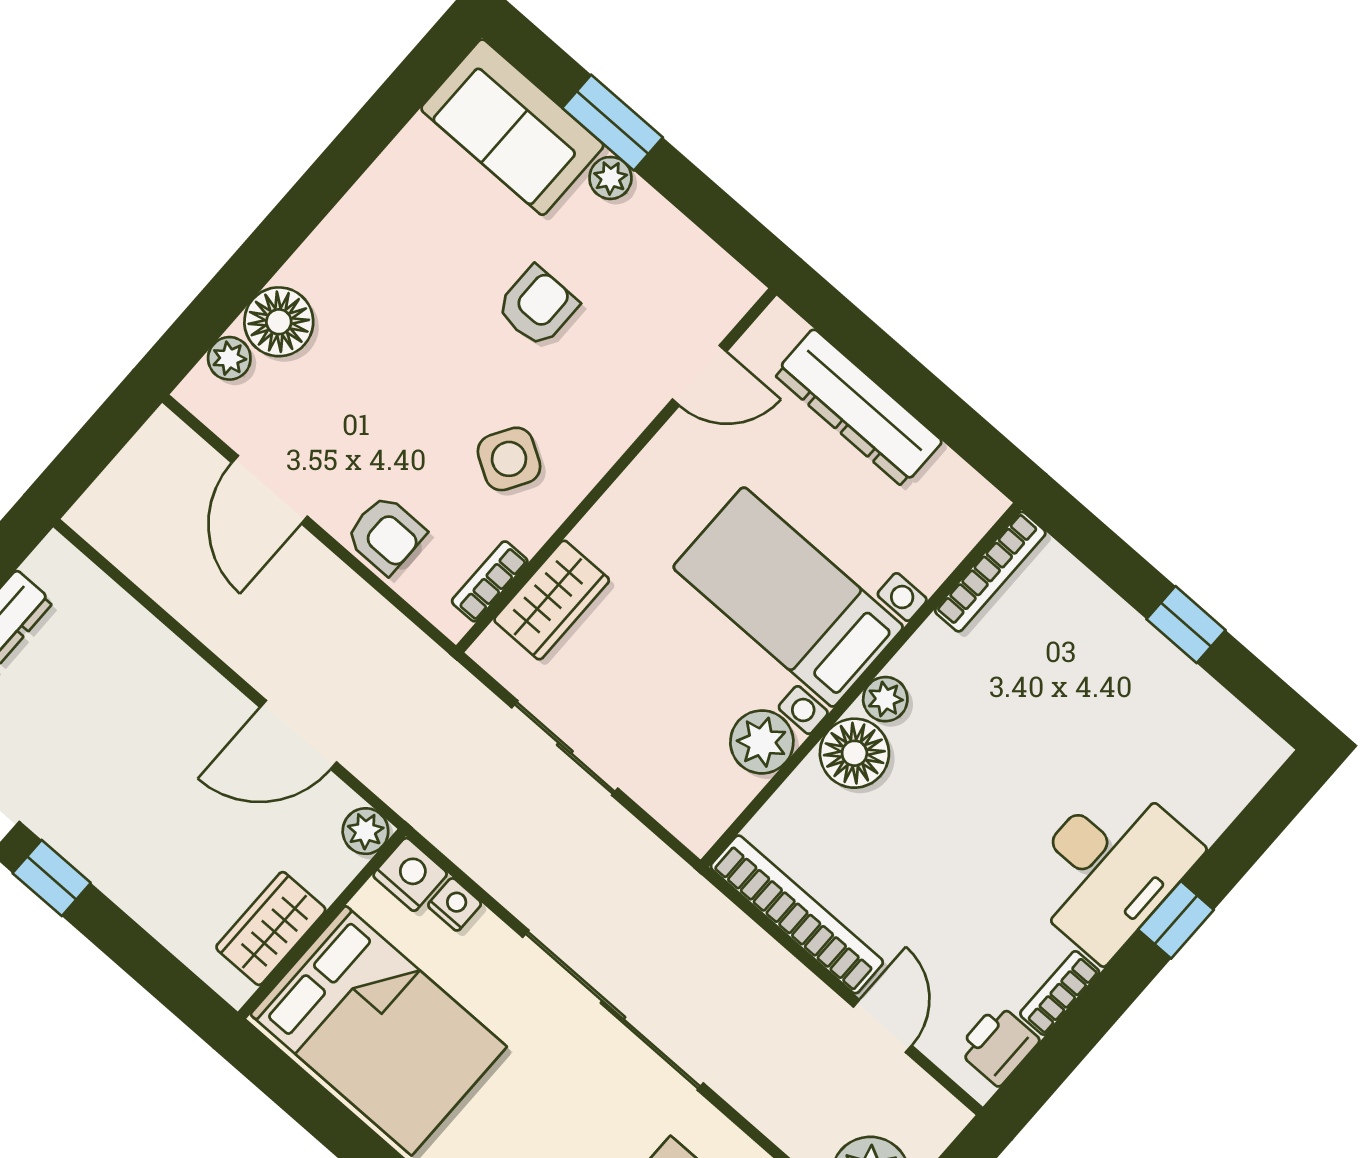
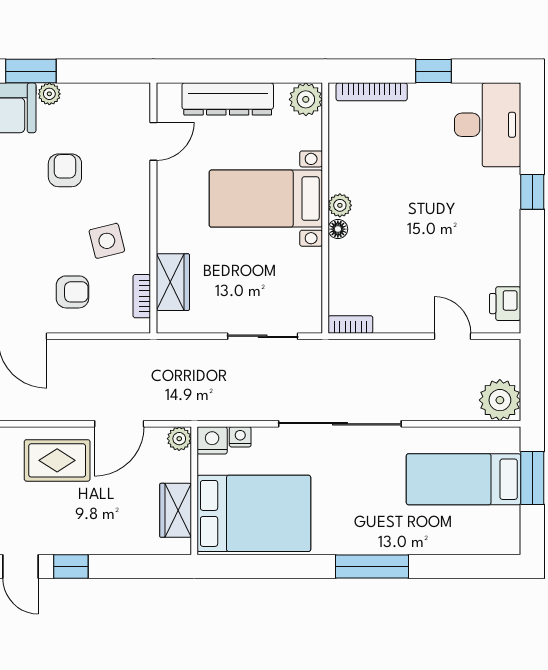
side table: (509, 459) -> (107, 241), turned 45
armchair: (386, 535) -> (72, 292), moved
bookcase: (990, 572) -> (372, 92), moved, turned 90
rug: (164, 710) -> (57, 460), added
plant: (762, 742) -> (306, 99), moved
sliding door: (565, 748) -> (263, 336), moved
floor lamp: (854, 753) -> (338, 229), width x0.53, depth x0.53
desk: (1109, 868) -> (488, 125), moved
bookcase: (797, 914) -> (350, 324), width x0.43, depth x0.76
bookcase: (1060, 993) -> (511, 261), removed

